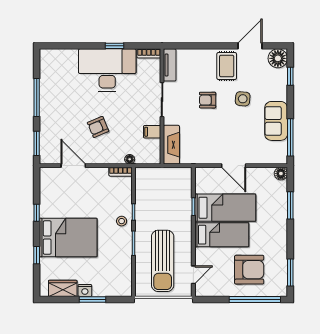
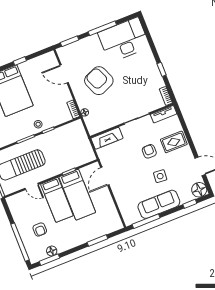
rug: (227, 66) -> (174, 142), moved
desk: (107, 70) -> (124, 40), moved, turned -90
sofa: (276, 121) -> (159, 204), width x1.36
armchair: (98, 127) -> (99, 81), width x1.88, depth x1.88
filing cabinet: (152, 132) -> (111, 121), removed
door: (73, 166) -> (64, 74), swing flipped
door: (234, 166) -> (105, 176), moved
floor lamp: (281, 174) -> (52, 251), moved
armchair: (249, 270) -> (40, 229), width x0.53, depth x0.53
door: (193, 275) -> (32, 186), moved

